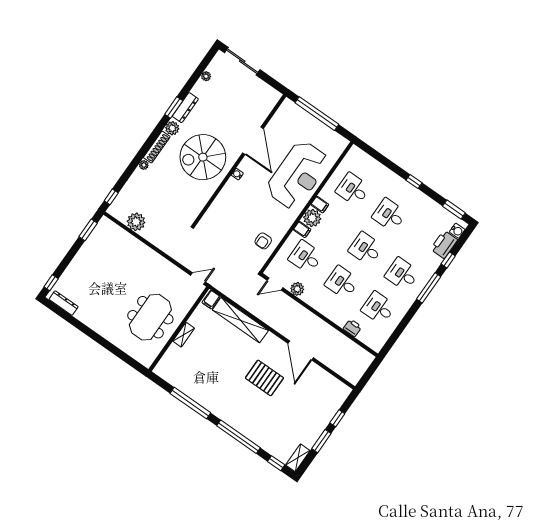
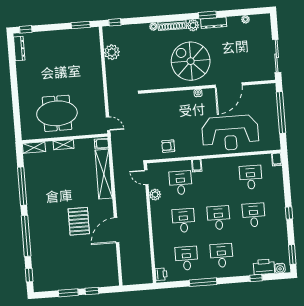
sliding door: (242, 61) -> (277, 56), moved
filing cabinet: (320, 205) -> (277, 159), moved
plant: (312, 218) -> (210, 166), removed
window: (429, 288) -> (203, 282), moved
printer: (352, 328) -> (161, 274), moved
shelving: (298, 458) -> (34, 147), moved

